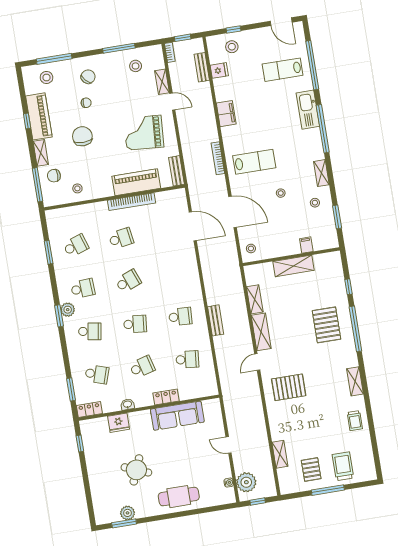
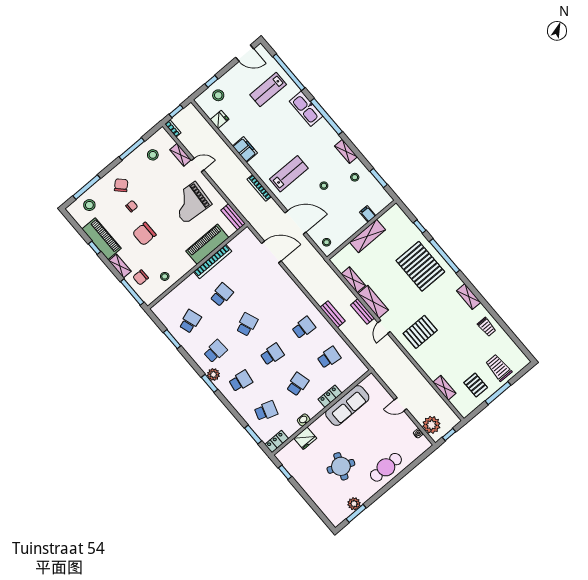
bench: (202, 67) -> (363, 311), moved
chair: (82, 136) -> (144, 234), turned -90
pallet: (326, 325) -> (420, 266), width x1.37, depth x1.41

